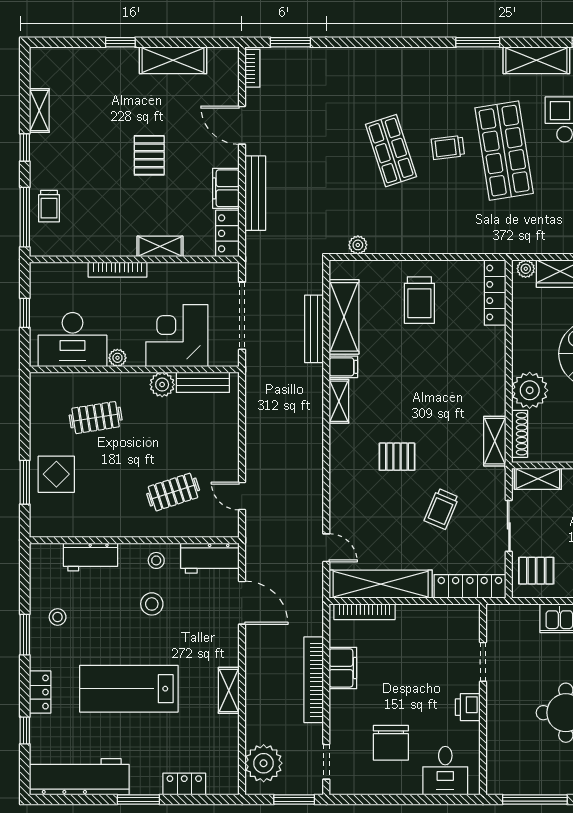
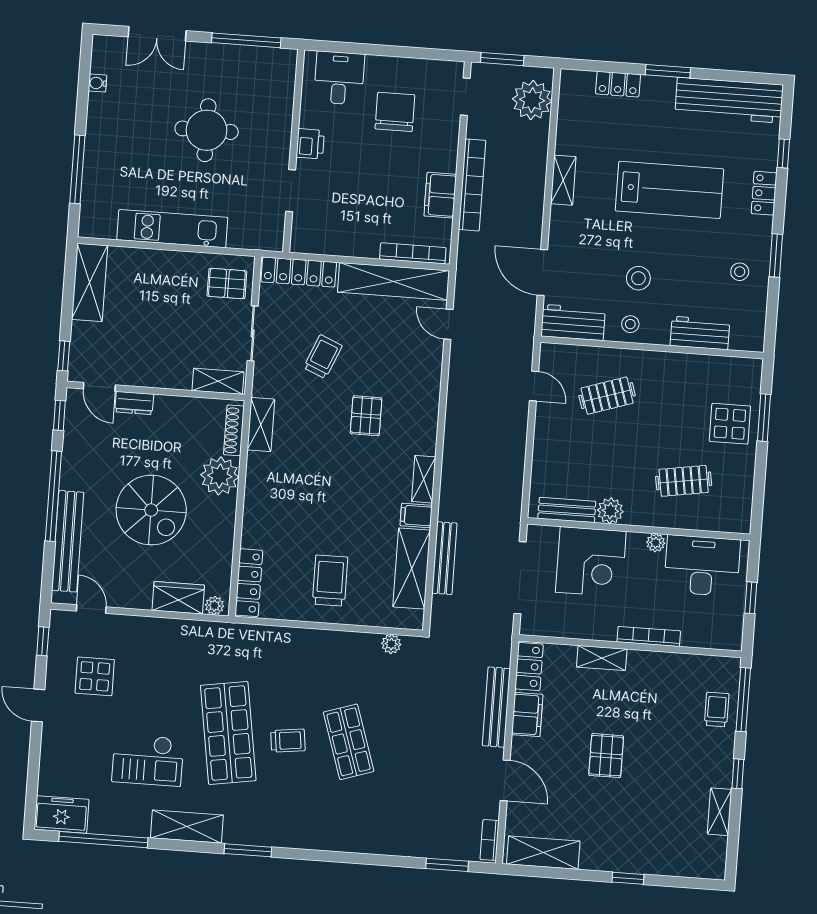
shelving: (173, 60) -> (543, 853), moved
pallet: (397, 457) -> (366, 416), turned 90

